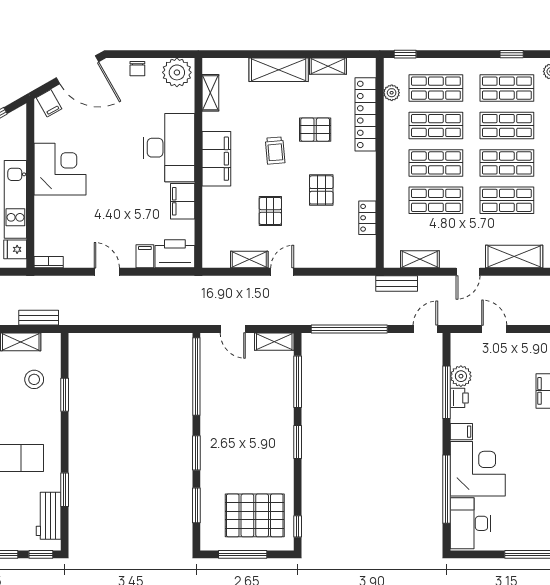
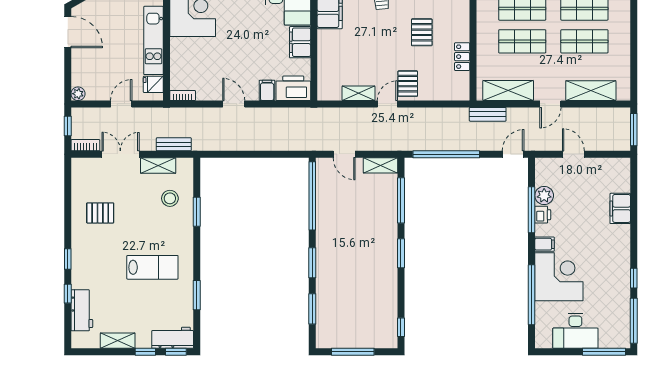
pallet: (270, 211) -> (408, 84), moved
shelving: (420, 259) -> (508, 91), width x1.50, depth x1.33
pallet: (255, 515) -> (363, 318), removed
workbench: (49, 516) -> (173, 338), moved, turned 90
desk: (471, 523) -> (575, 331), moved, turned -90

